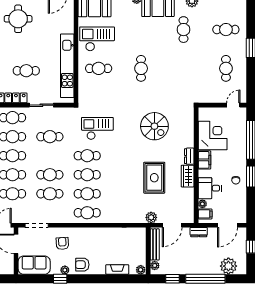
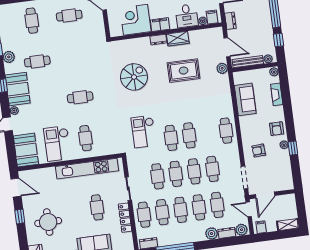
cafe table: (87, 194) -> (176, 174), moved
sofa: (34, 265) -> (245, 99), moved, turned 180

